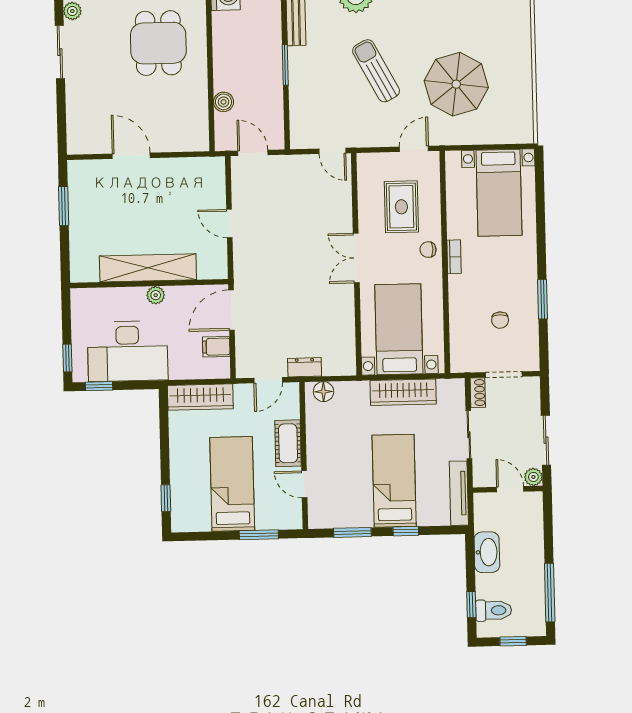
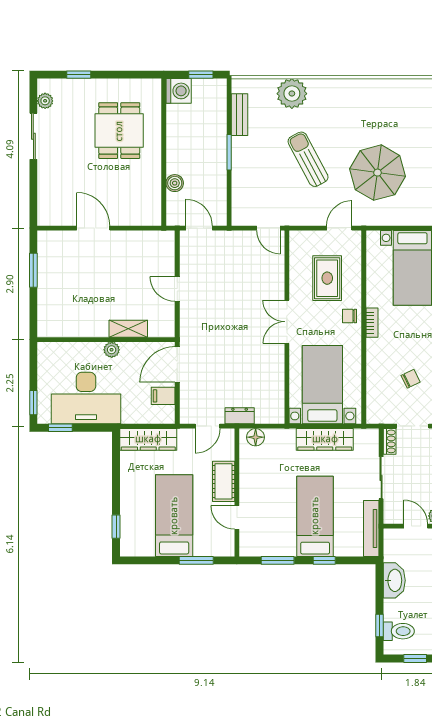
shelving: (148, 268) -> (128, 329), width x0.45, depth x0.75
chair: (500, 320) -> (411, 379), turned -116

